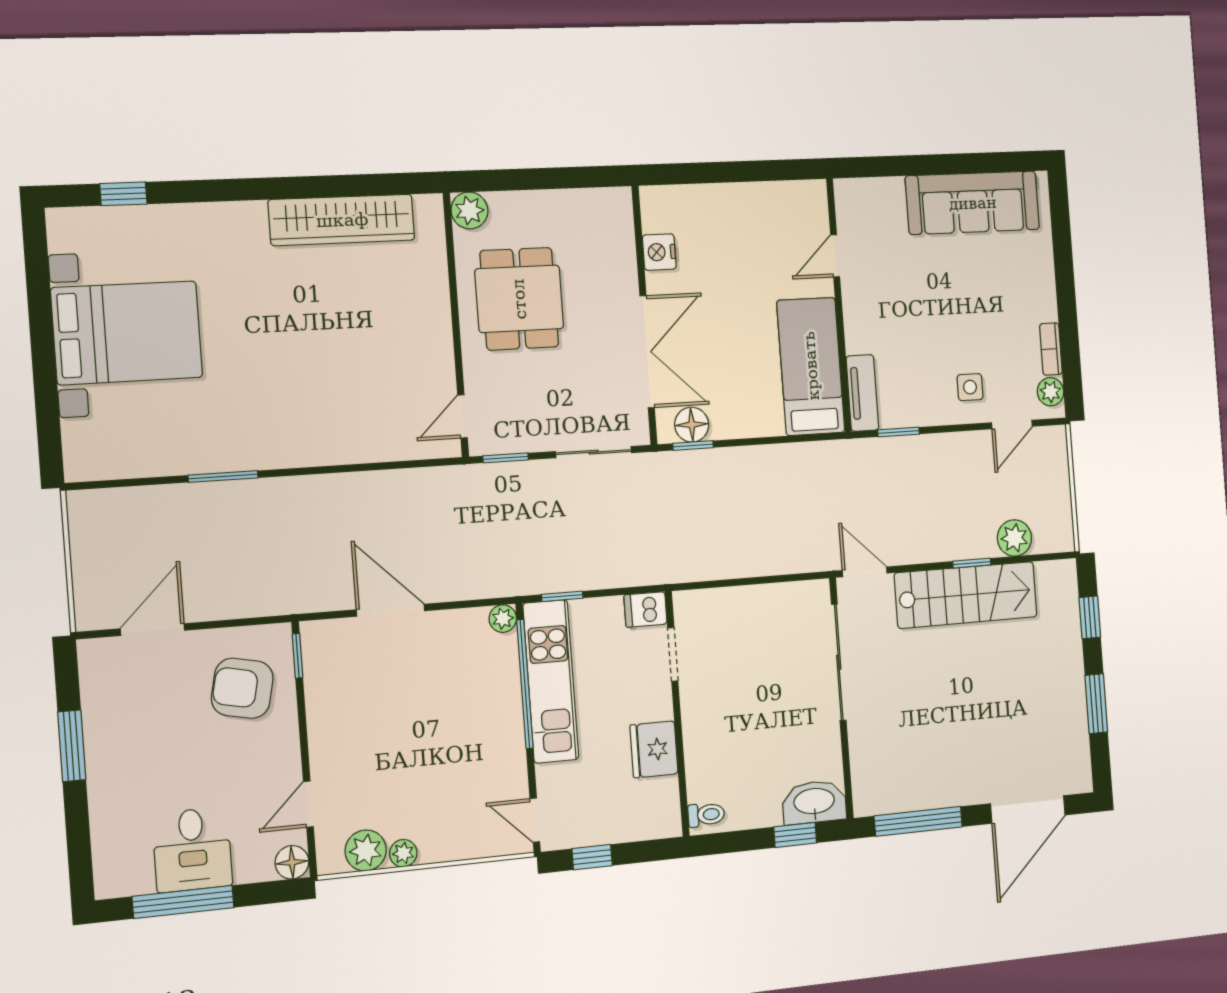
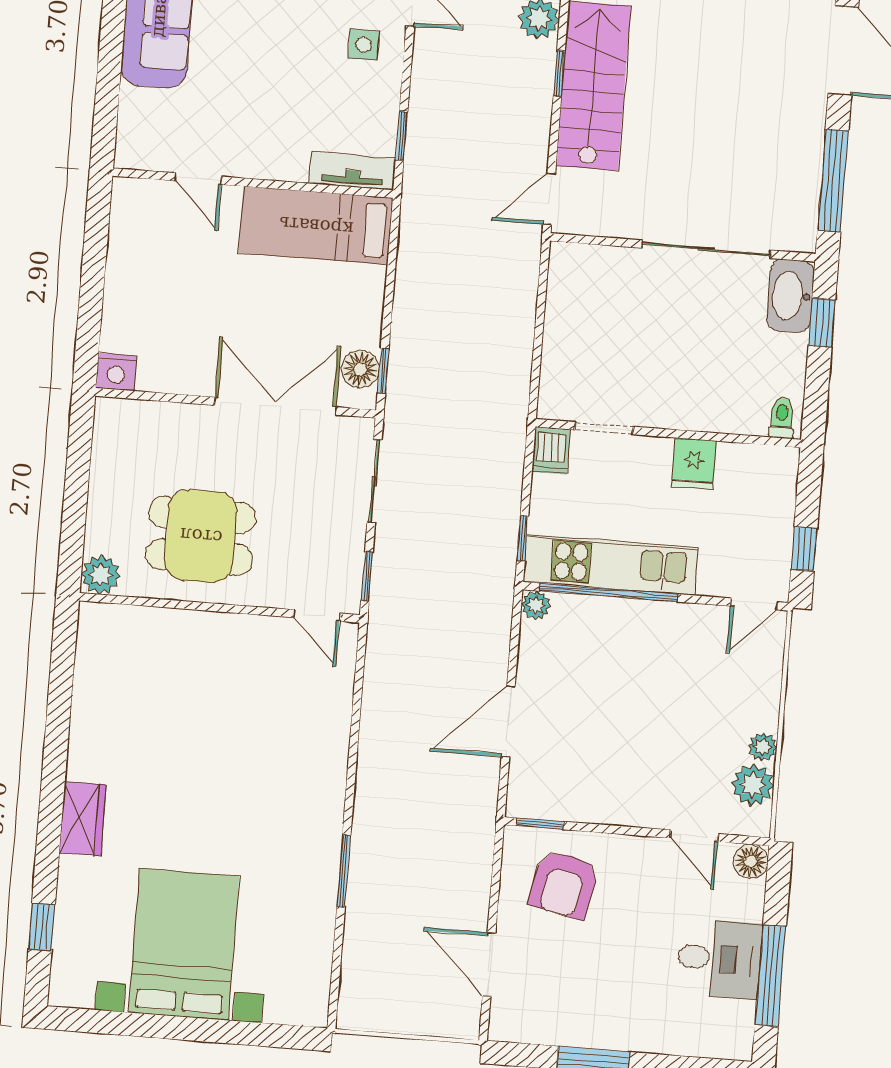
wardrobe: (342, 220) -> (82, 819), moved, width x0.48, depth x0.85
nightstand: (659, 252) -> (116, 372), moved
sliding door: (839, 662) -> (706, 249), moved
fridge: (654, 749) -> (694, 464), width x0.72

